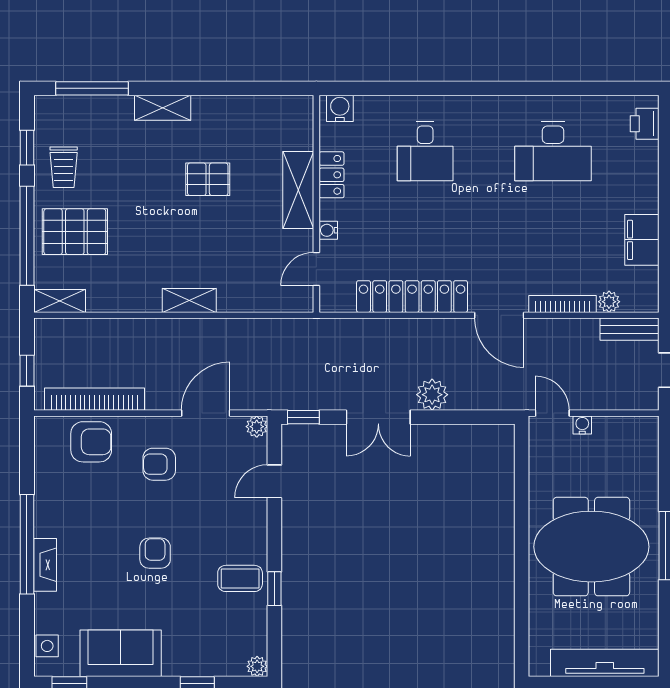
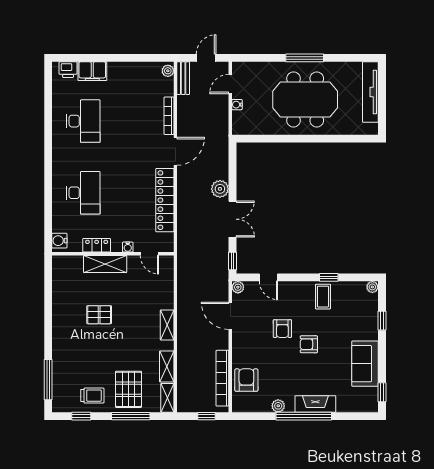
shelving: (163, 108) -> (167, 366), moved
desk: (425, 151) -> (83, 193), width x1.37
pallet: (208, 179) -> (99, 315), turned 90
window: (27, 236) -> (131, 416), width x0.68
filing cabinet: (642, 240) -> (92, 71), moved
plant: (609, 302) -> (168, 71), moved
door: (552, 413) -> (230, 84), moved
armchair: (159, 464) -> (282, 329), moved
plant: (45, 499) -> (278, 406), added
meeting table: (591, 547) -> (305, 99), turned 90
fireplace: (45, 565) -> (315, 404), width x1.37, depth x1.32
side table: (47, 646) -> (361, 405), removed

